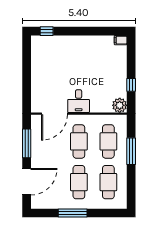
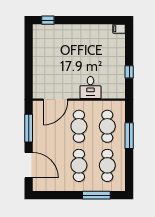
desk: (79, 101) -> (90, 87), moved
plant: (120, 105) -> (118, 92), removed
door: (27, 182) -> (29, 165), hinge flipped
window: (73, 213) -> (96, 195), moved

